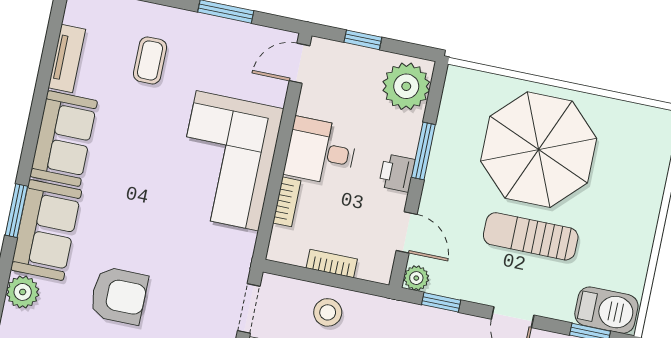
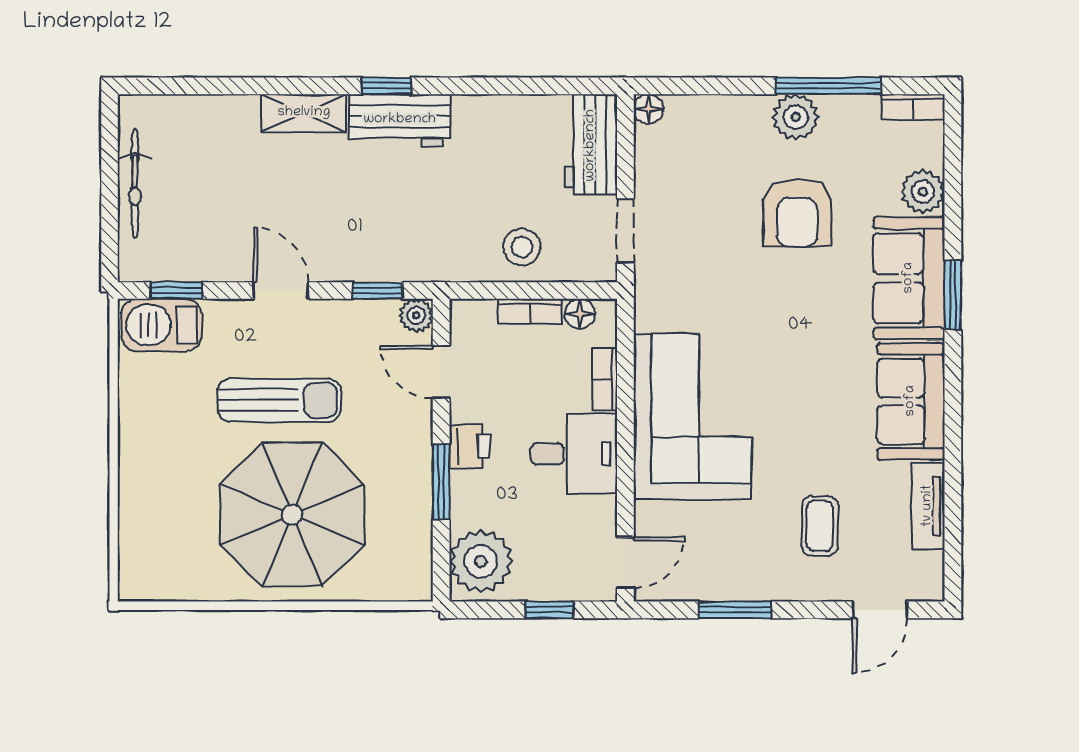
floor lamp: (295, 254) -> (580, 314), added
armchair: (119, 296) -> (797, 213), turned -90

